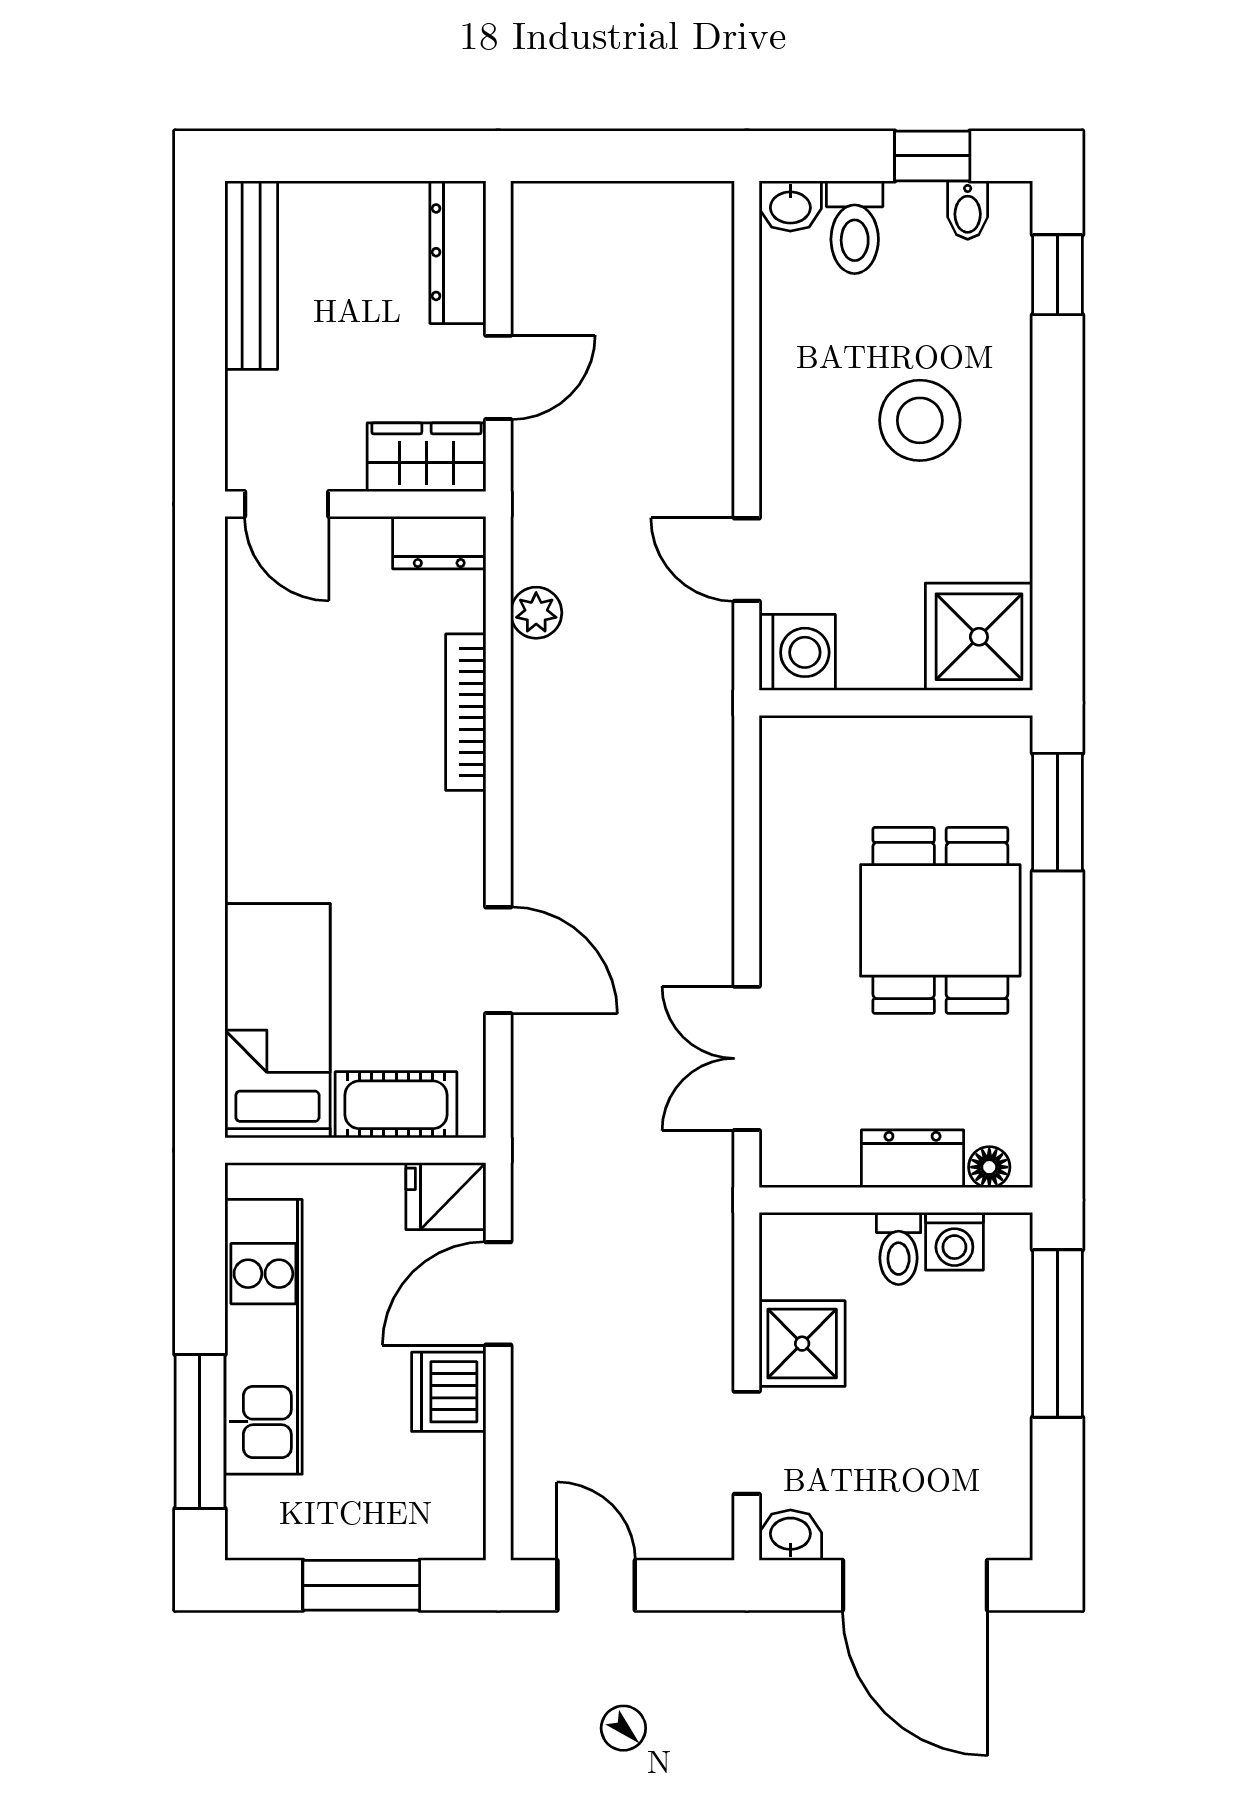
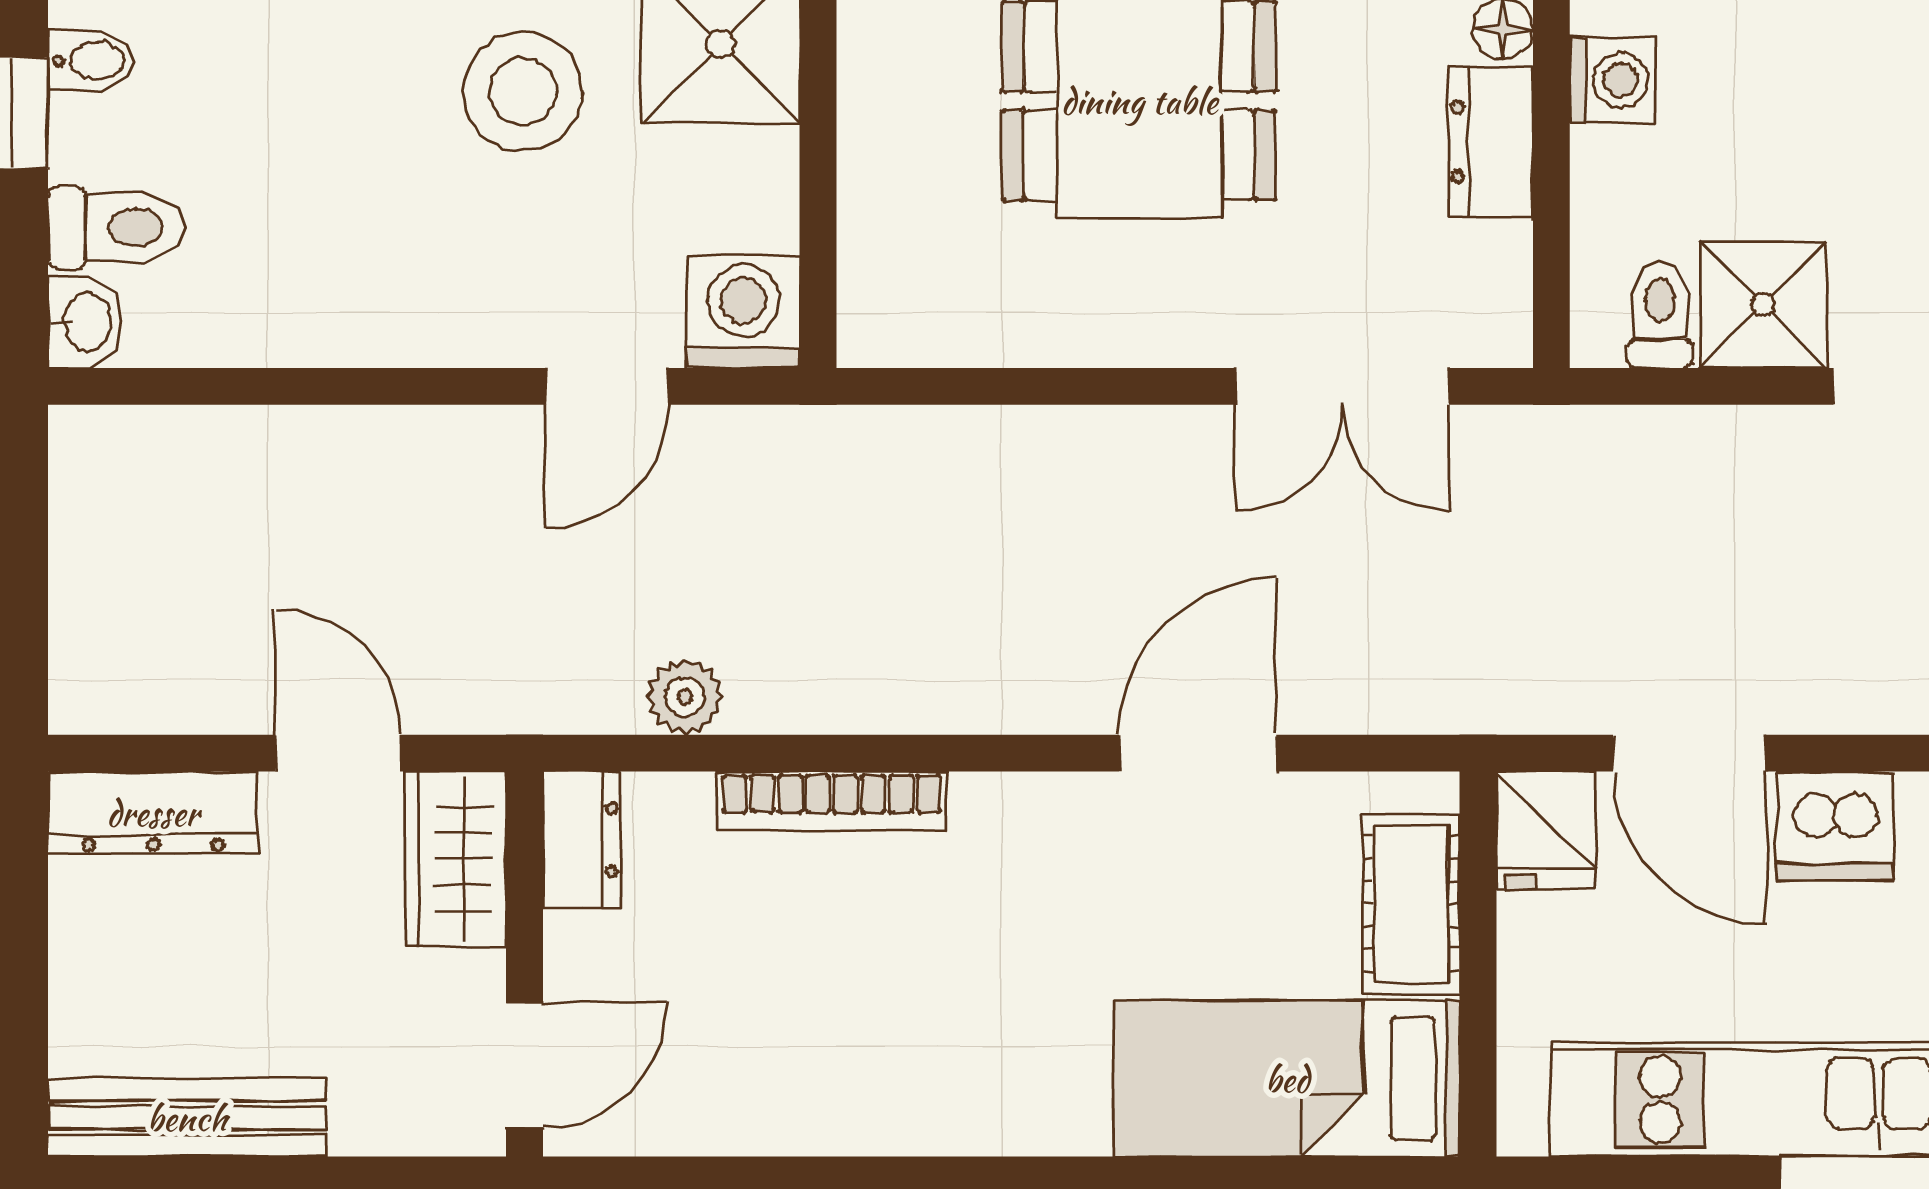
stool: (920, 420) -> (523, 92), moved
toilet: (899, 1248) -> (1660, 315), moved, turned -90

